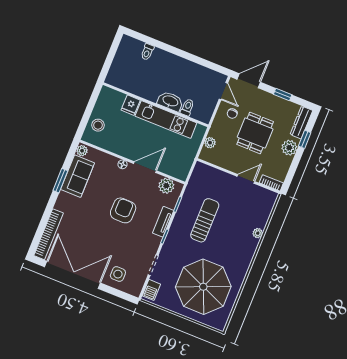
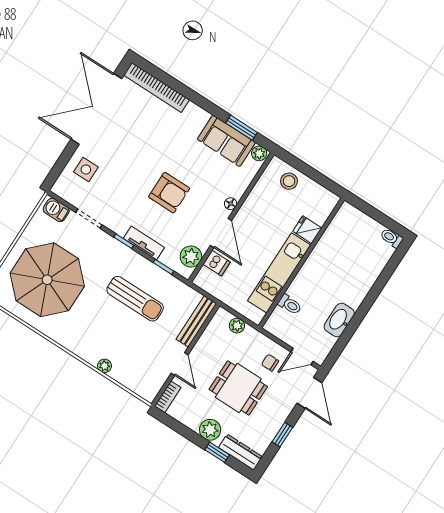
toilet: (147, 52) -> (392, 238), moved
washbasin: (170, 101) -> (339, 320), moved, turned 180
dishwasher: (168, 166) -> (217, 263), added
bench: (213, 173) -> (196, 321), added
window: (60, 181) -> (242, 128), moved
double door: (73, 275) -> (96, 109), swing flipped

